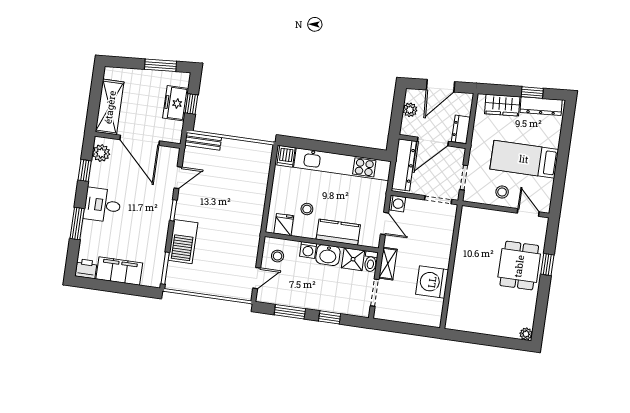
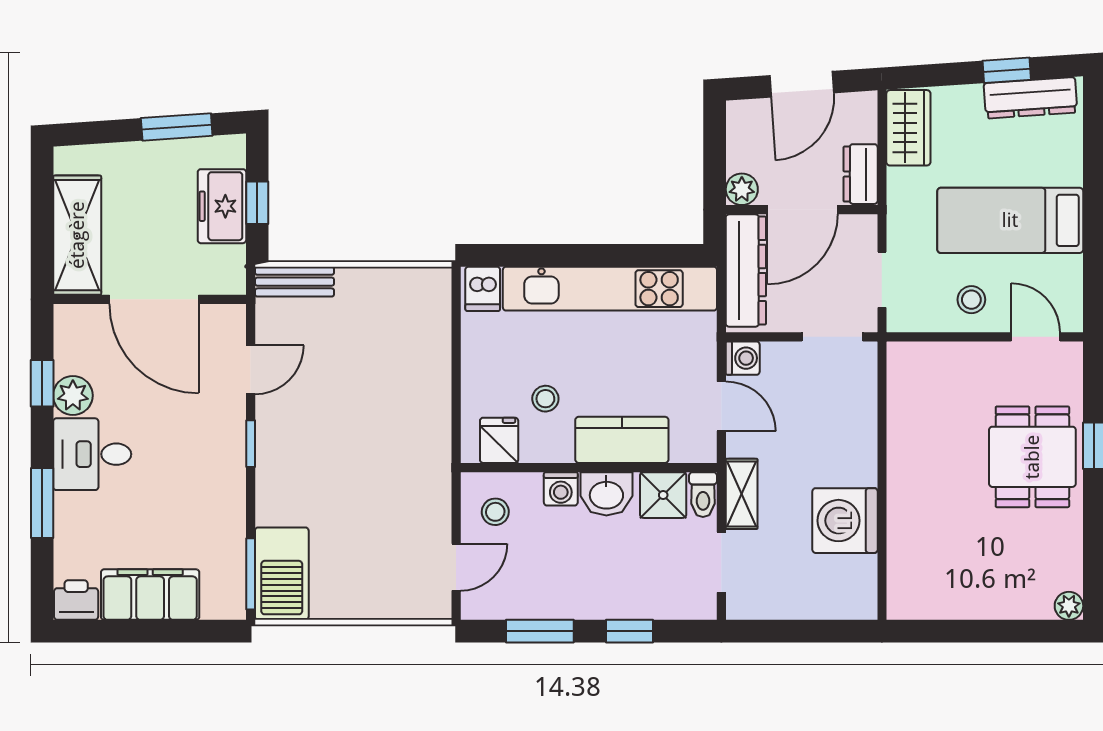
wardrobe: (502, 105) -> (908, 128), moved, turned -86
plant: (410, 110) -> (742, 189), moved
plant: (101, 153) -> (73, 395), moved
barbecue: (183, 242) -> (282, 574), moved

